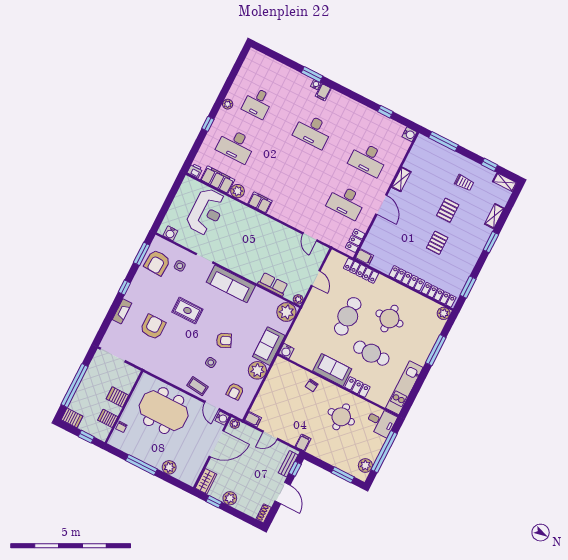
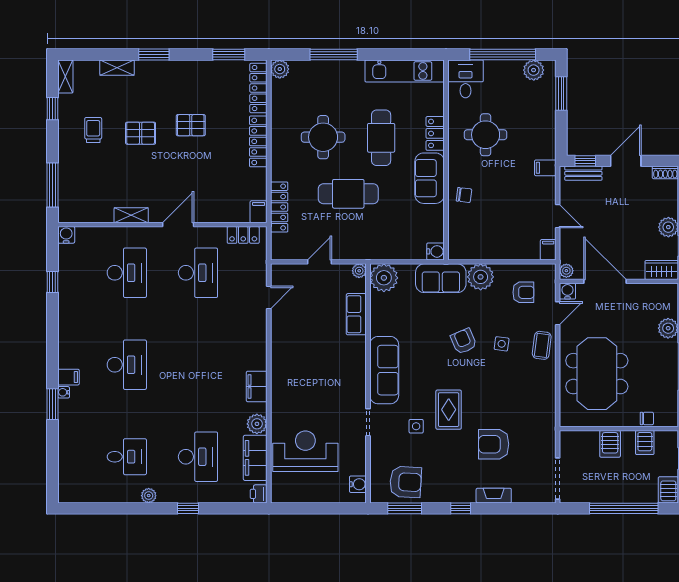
side table: (180, 266) -> (416, 426), moved

